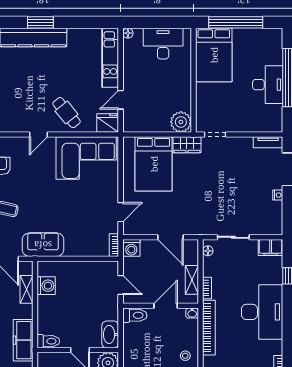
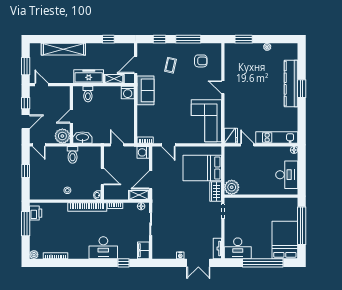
bed: (214, 55) -> (285, 240), moved, turned 90
desk: (268, 85) -> (238, 248), moved
cafe table: (67, 113) -> (238, 107), removed
shelving: (192, 280) -> (139, 195), moved
door: (121, 285) -> (117, 145), swing flipped
washing machine: (46, 286) -> (128, 93), moved
desk: (262, 312) -> (103, 248), width x0.73, depth x0.77
toilet: (135, 315) -> (73, 155), moved
freezer: (23, 340) -> (89, 76), moved
toilet: (48, 341) -> (88, 94), moved

